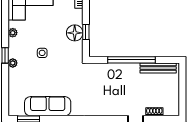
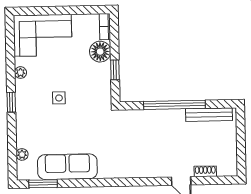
floor lamp: (75, 33) -> (100, 52), moved
plant: (13, 63) -> (22, 154), moved

